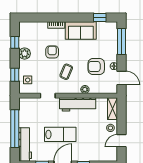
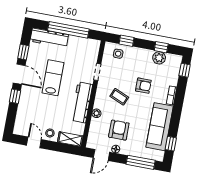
window: (31, 18) -> (185, 70), added
sofa: (81, 31) -> (160, 127), width x1.36
plant: (25, 54) -> (159, 58), moved
lab bench: (60, 134) -> (53, 78), turned 180

